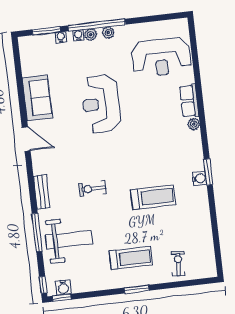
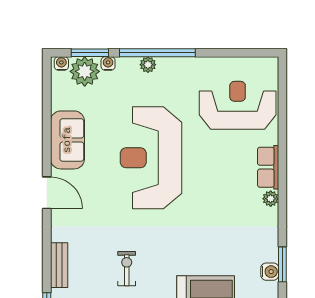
plant: (108, 33) -> (85, 71), moved, width x1.87, depth x1.87
water cooler: (78, 35) -> (61, 64), moved
reception desk: (161, 57) -> (238, 105), turned 180
reception desk: (101, 104) -> (151, 158), width x1.36, depth x1.30
exercise bike: (92, 189) -> (127, 269), turned 90

